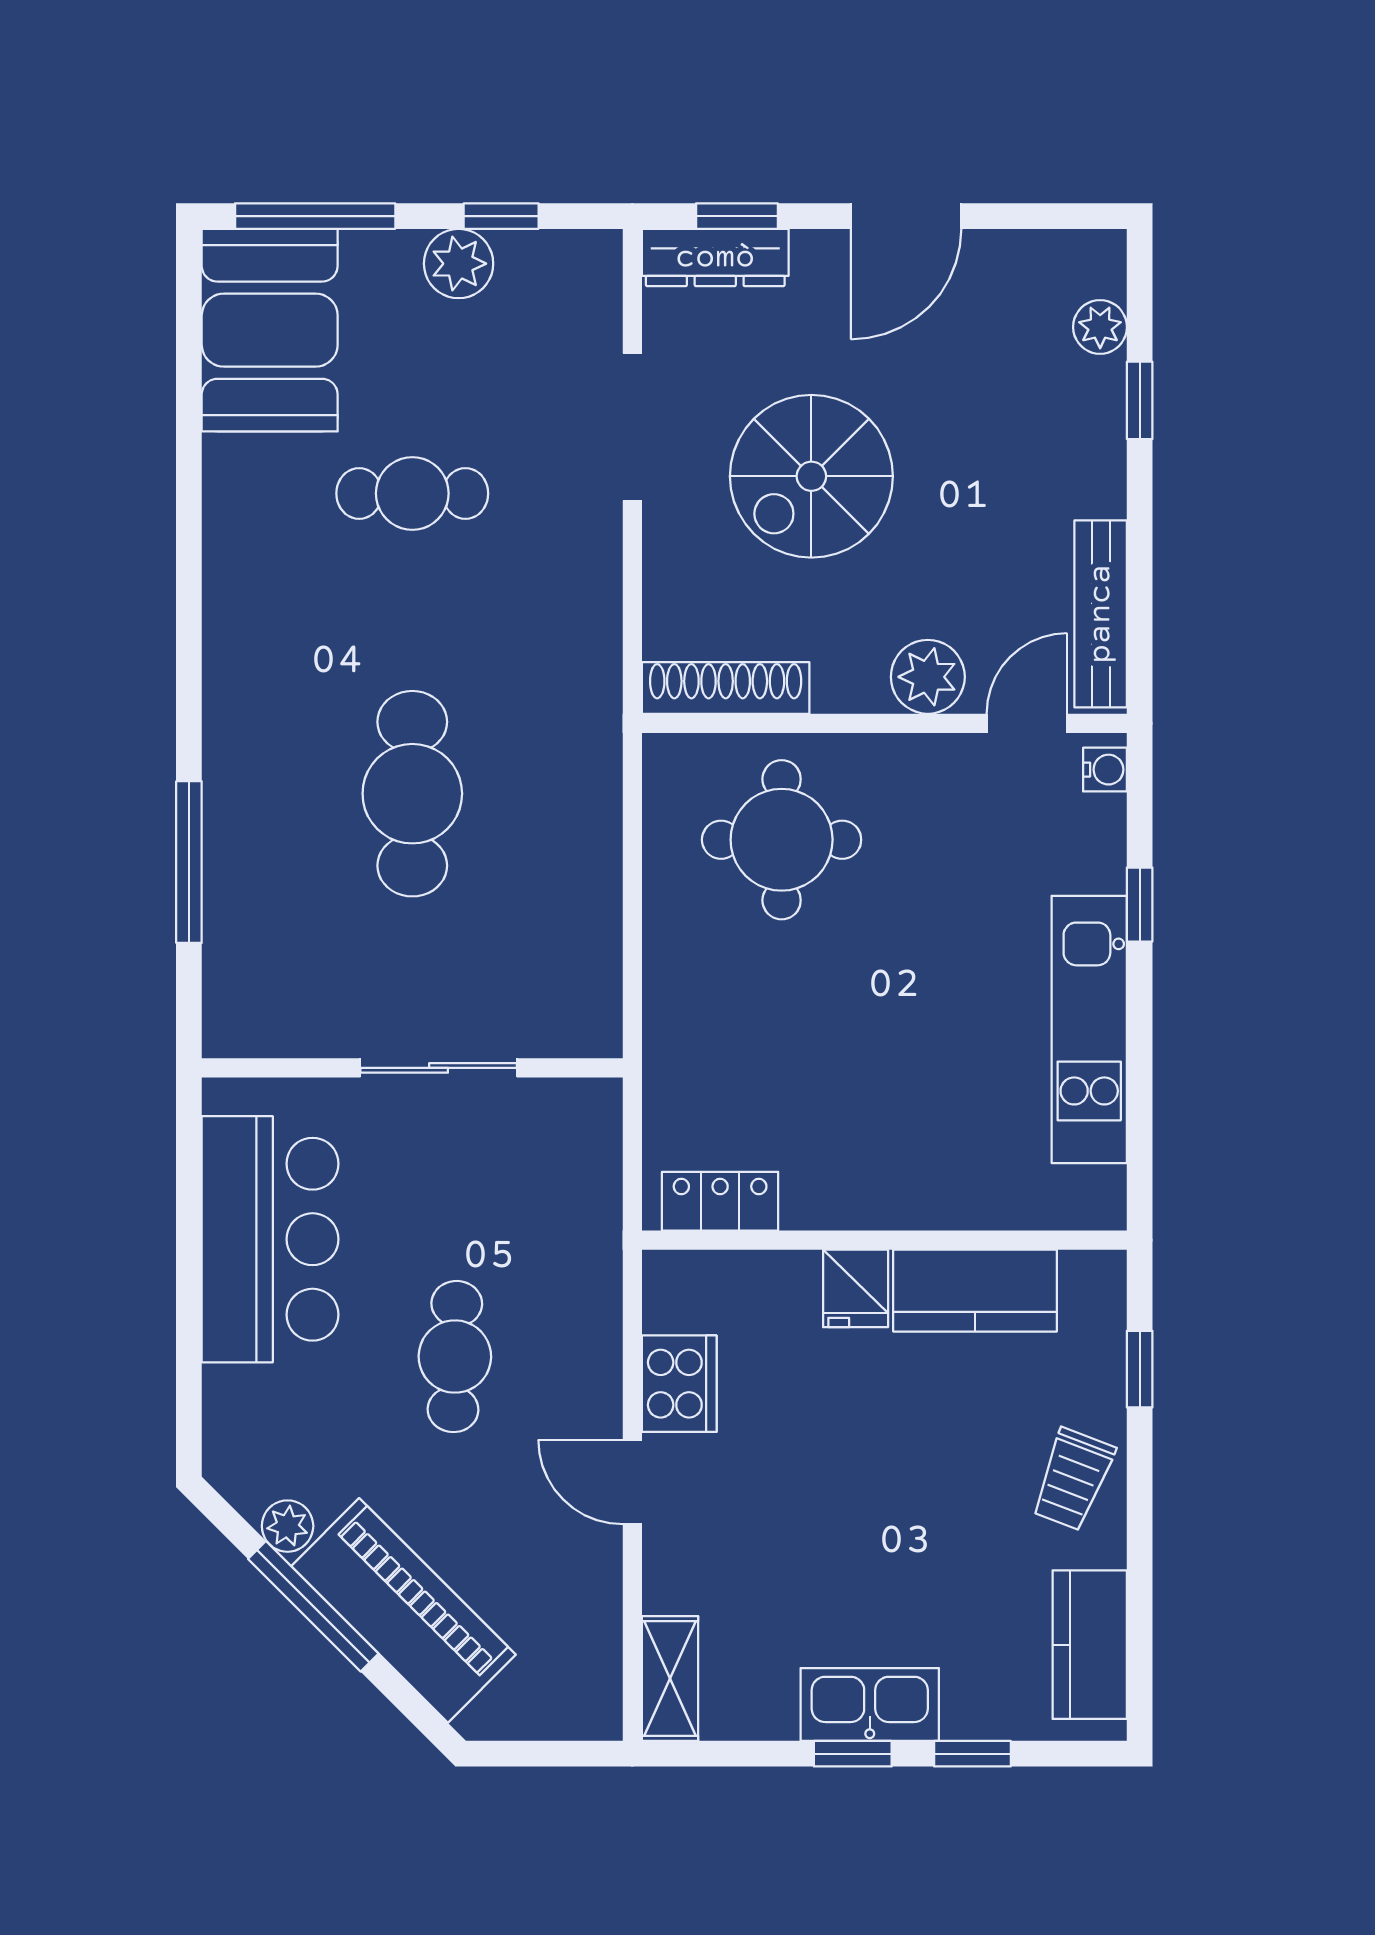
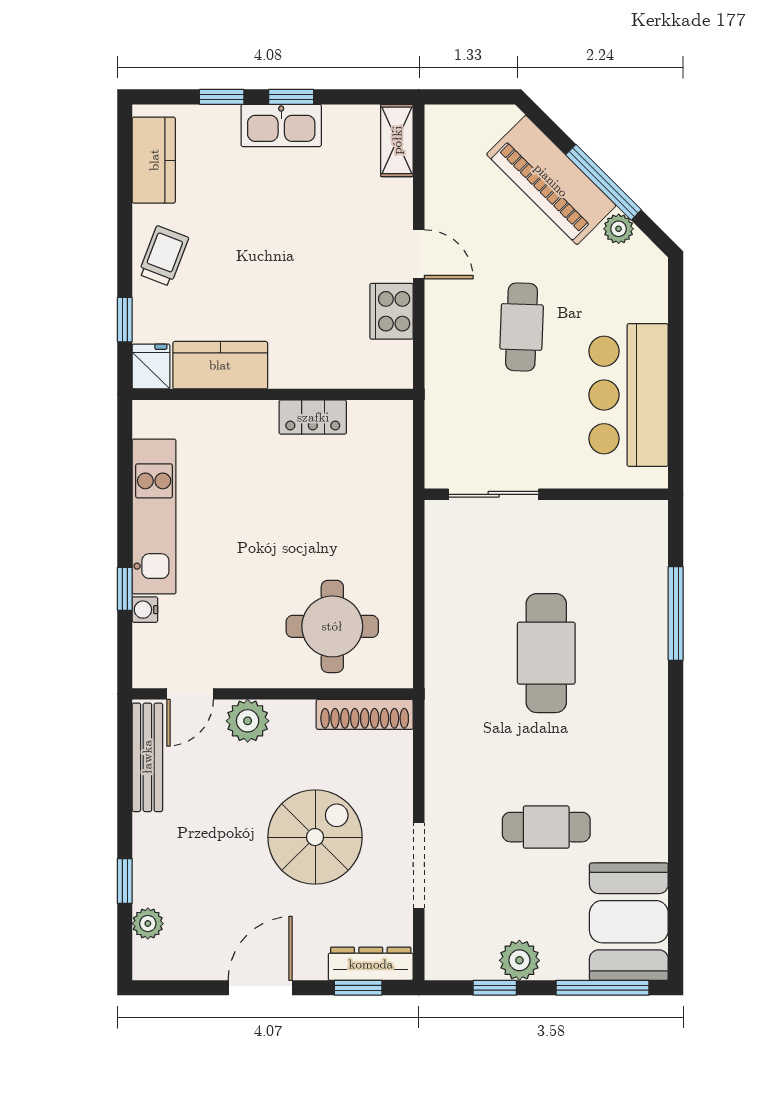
water cooler: (1105, 770) -> (145, 610), moved
sliding door: (439, 1068) -> (494, 494), moved
locker: (720, 1201) -> (313, 417), moved
fridge: (856, 1288) -> (151, 366), moved

